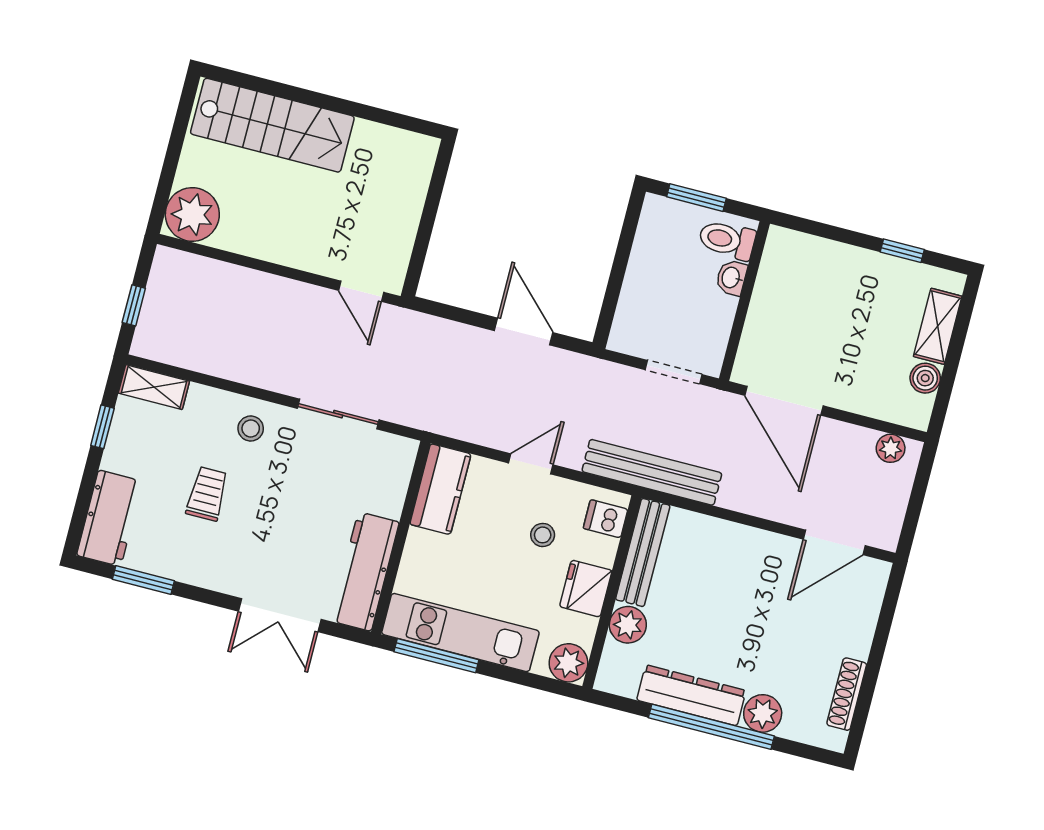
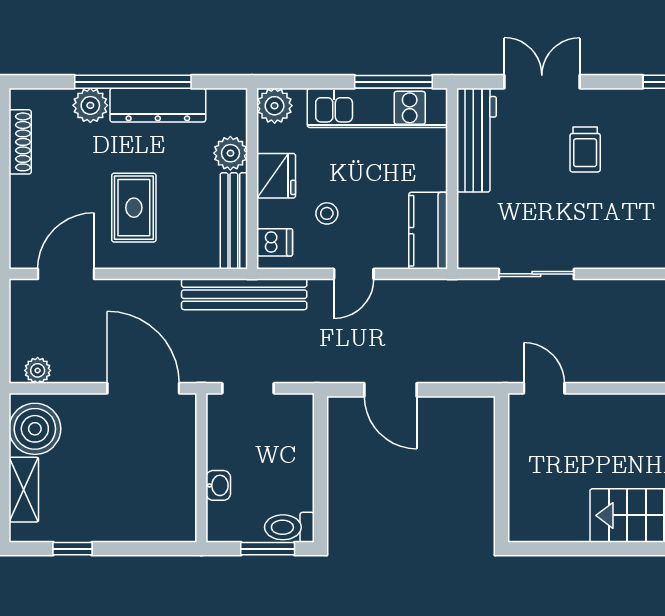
toilet: (727, 240) -> (289, 527), moved, turned 180
boiler: (925, 378) -> (35, 429), width x1.86, depth x1.86
stool: (251, 428) -> (611, 241), removed
trolley: (207, 494) -> (585, 150), moved
rug: (745, 594) -> (134, 208), added

